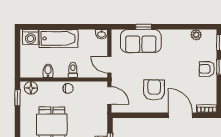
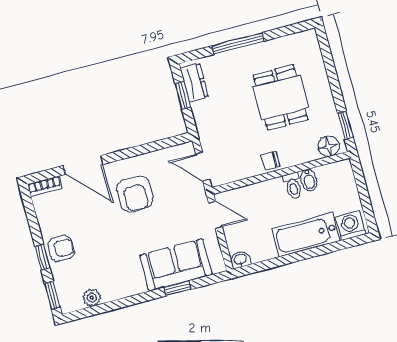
toilet: (73, 70) -> (293, 186), moved

